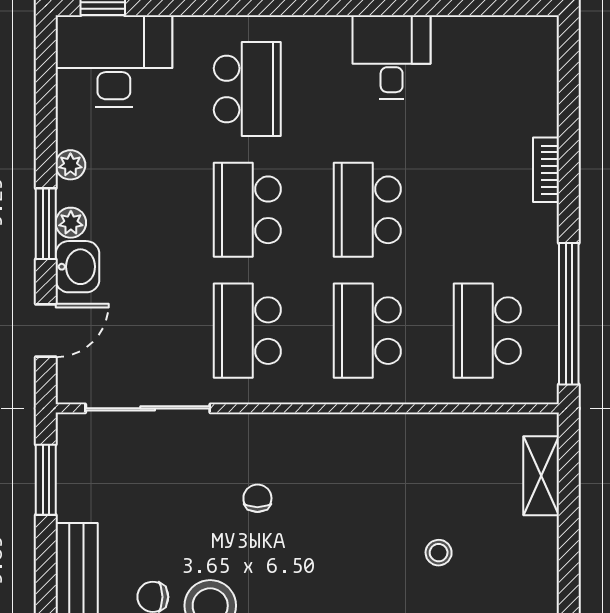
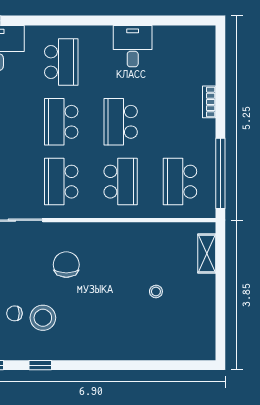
school desk: (367, 331) -> (121, 182), turned 180
chair: (257, 498) -> (66, 265), width x1.87, depth x1.87

